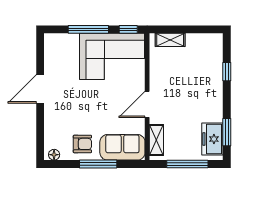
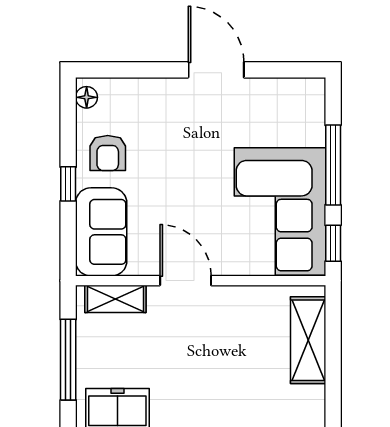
shelving: (170, 40) -> (308, 340), width x1.50, depth x1.33
window: (98, 164) -> (68, 184), width x0.46

